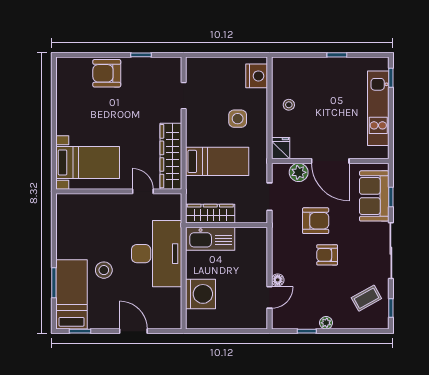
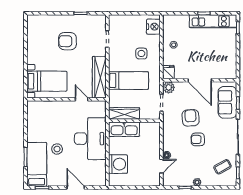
armchair: (107, 73) -> (67, 41), moved
kitchen unit: (378, 108) -> (213, 21), moved, turned -90
plant: (299, 172) -> (169, 87), moved
armchair: (316, 221) -> (191, 118), turned -94

